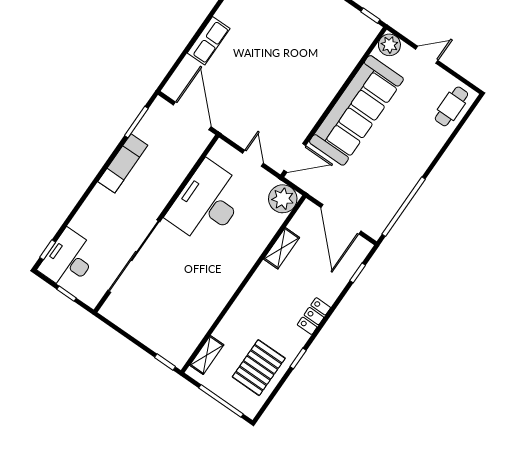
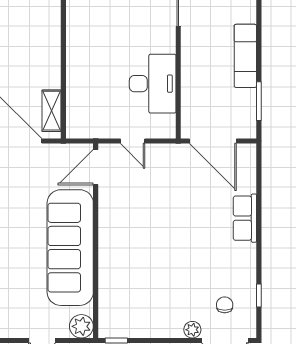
plant: (283, 199) -> (81, 123), removed
desk: (207, 203) -> (153, 84), width x0.73, depth x0.77
shelving: (282, 248) -> (52, 111), moved

